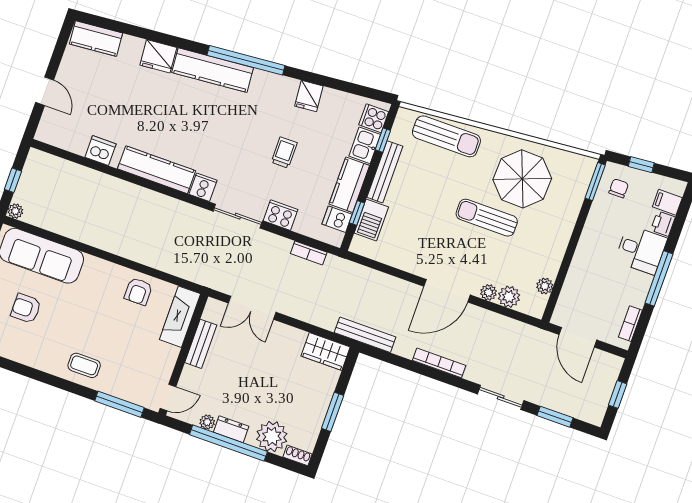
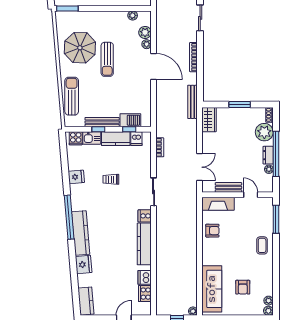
window: (383, 140) -> (98, 129), moved
cooker: (280, 215) -> (145, 294), moved
door: (168, 398) -> (251, 195), moved

